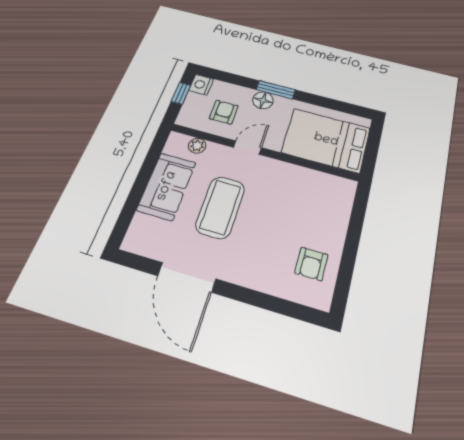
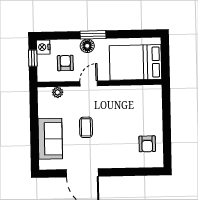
sofa: (167, 186) -> (50, 139), moved
coffee table: (220, 207) -> (86, 127), width x0.54, depth x0.58

